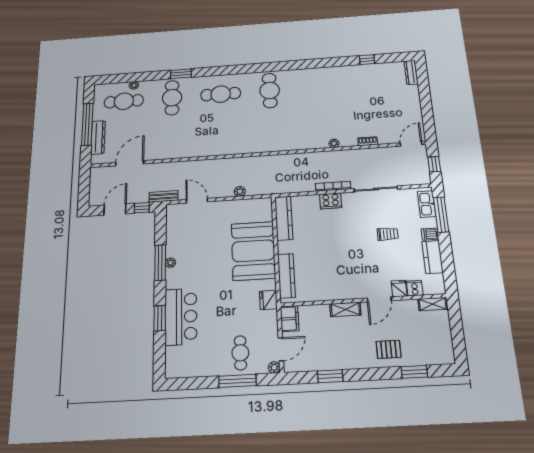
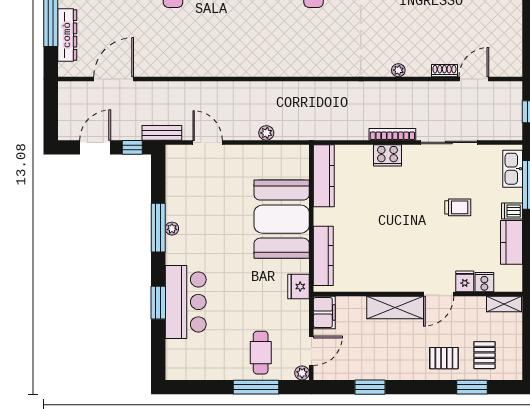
door: (411, 144) -> (474, 79), moved
shelving: (345, 309) -> (395, 307), width x1.50, depth x1.33
pallet: (422, 345) -> (484, 355), added

